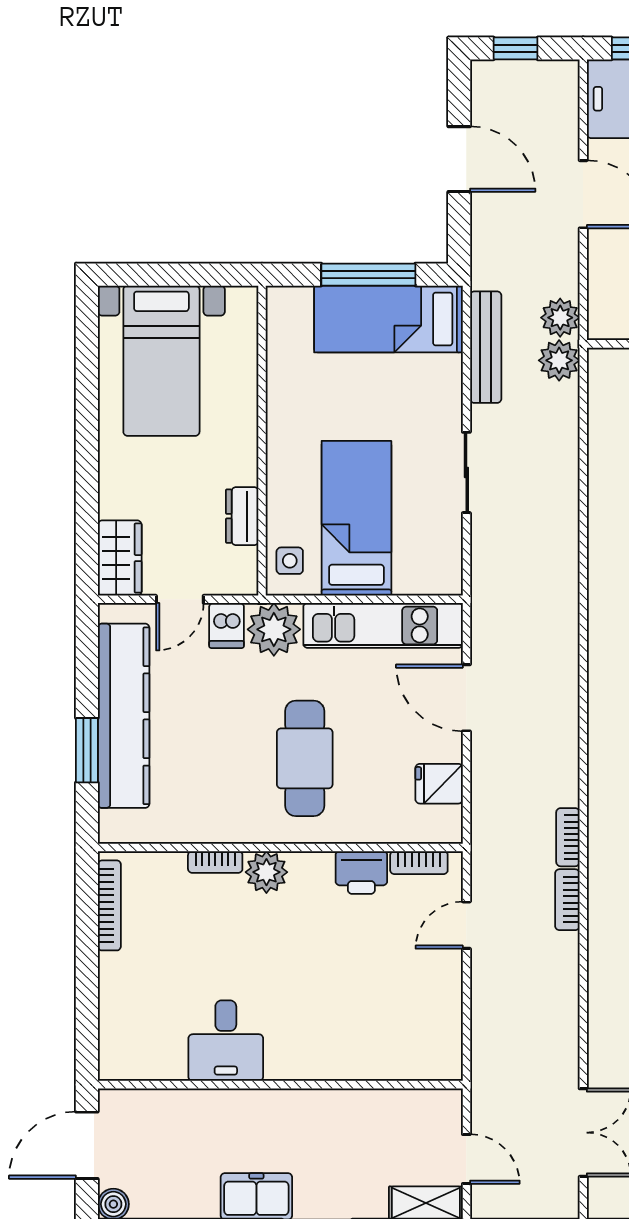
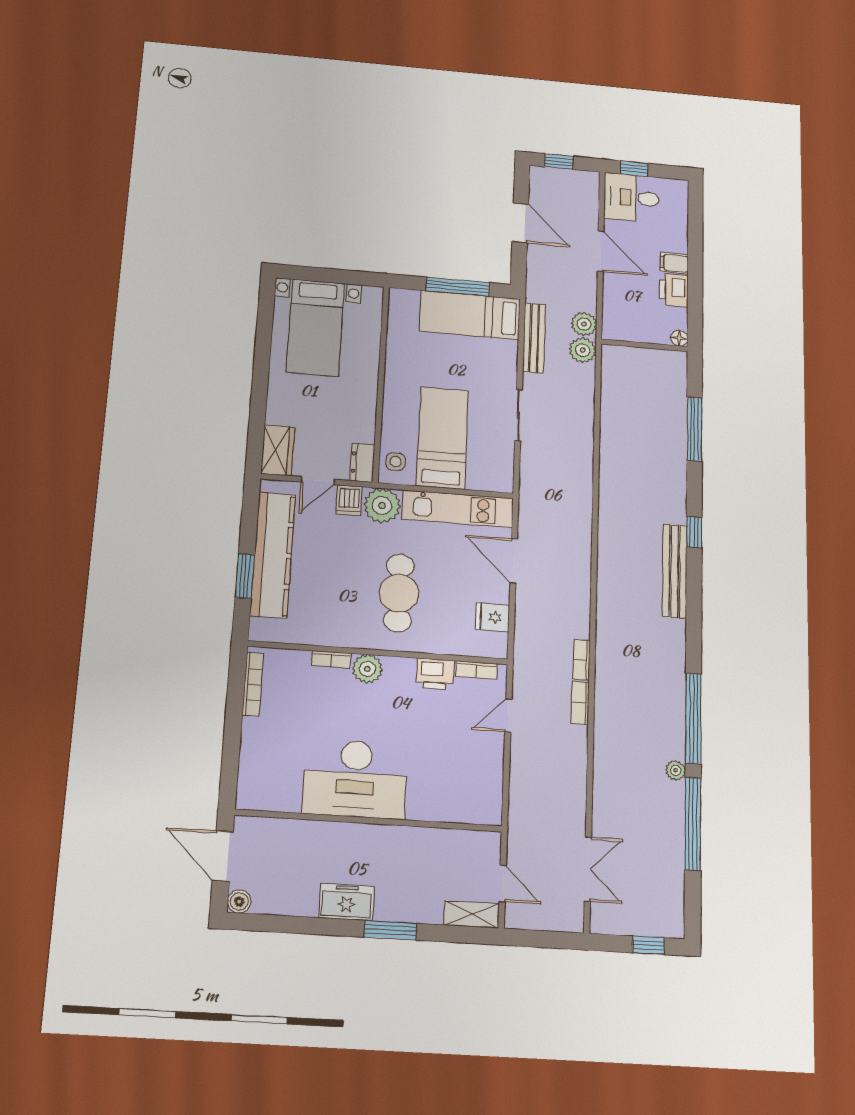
dresser: (242, 516) -> (362, 463), moved
desk: (226, 1041) -> (355, 779), width x1.87, depth x1.30
door: (87, 1145) -> (223, 856), hinge flipped

